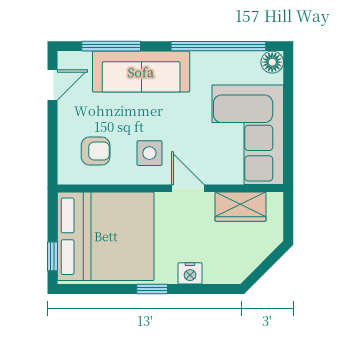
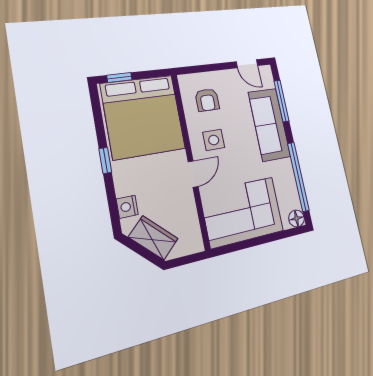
wardrobe: (241, 207) -> (153, 238), moved, turned 135
nightstand: (190, 273) -> (127, 207), moved

